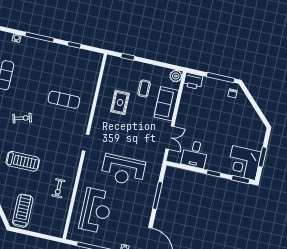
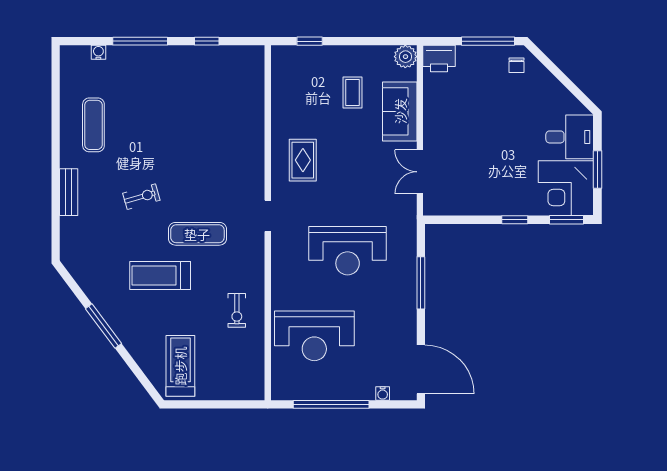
exercise mat: (64, 100) -> (197, 234), moved
rug: (120, 102) -> (303, 160), moved
double door: (170, 138) -> (420, 172), swing flipped
desk: (195, 154) -> (570, 137), moved, turned -90
treadmill: (23, 161) -> (160, 276), turned 180
reception desk: (96, 211) -> (314, 336), turned 90

